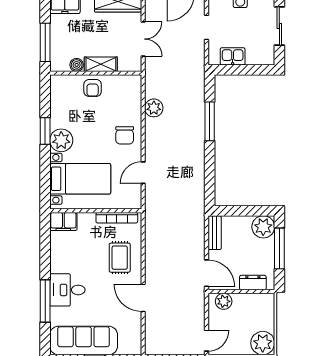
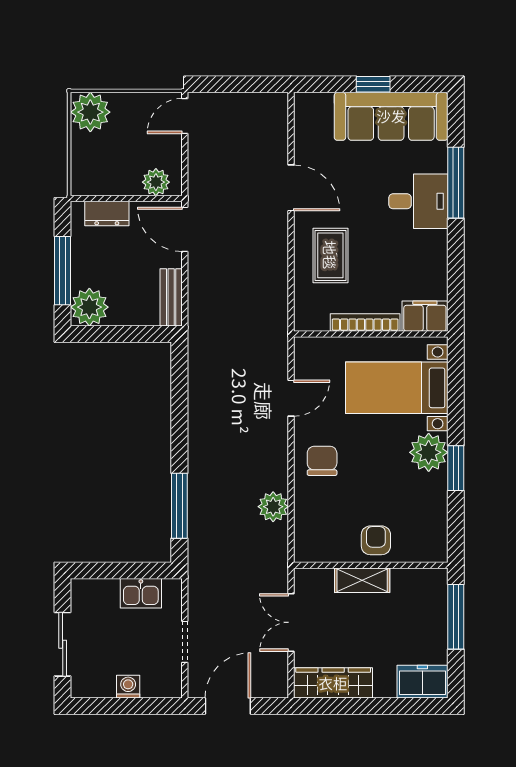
boiler: (77, 65) -> (403, 579), removed
window: (210, 121) -> (179, 506), moved
bookcase: (117, 218) -> (365, 322), moved

